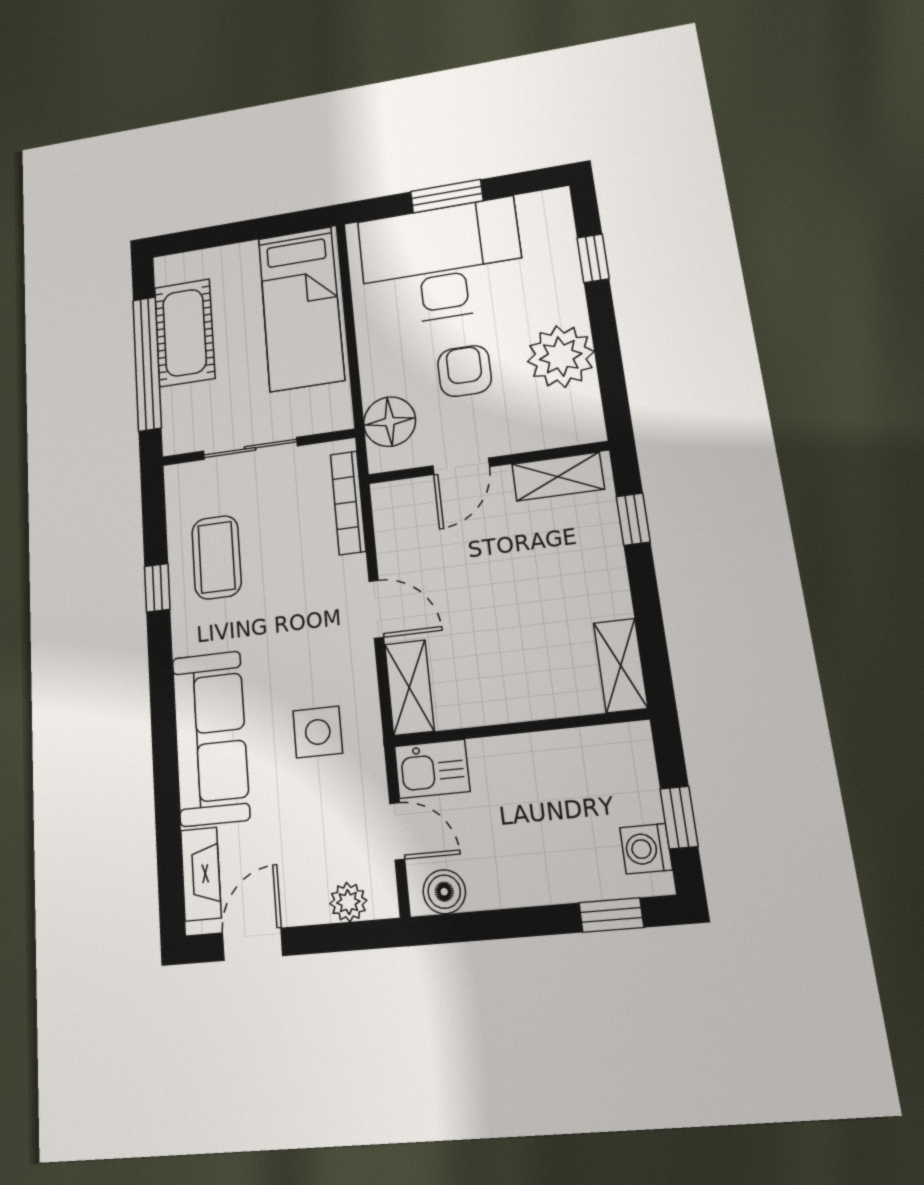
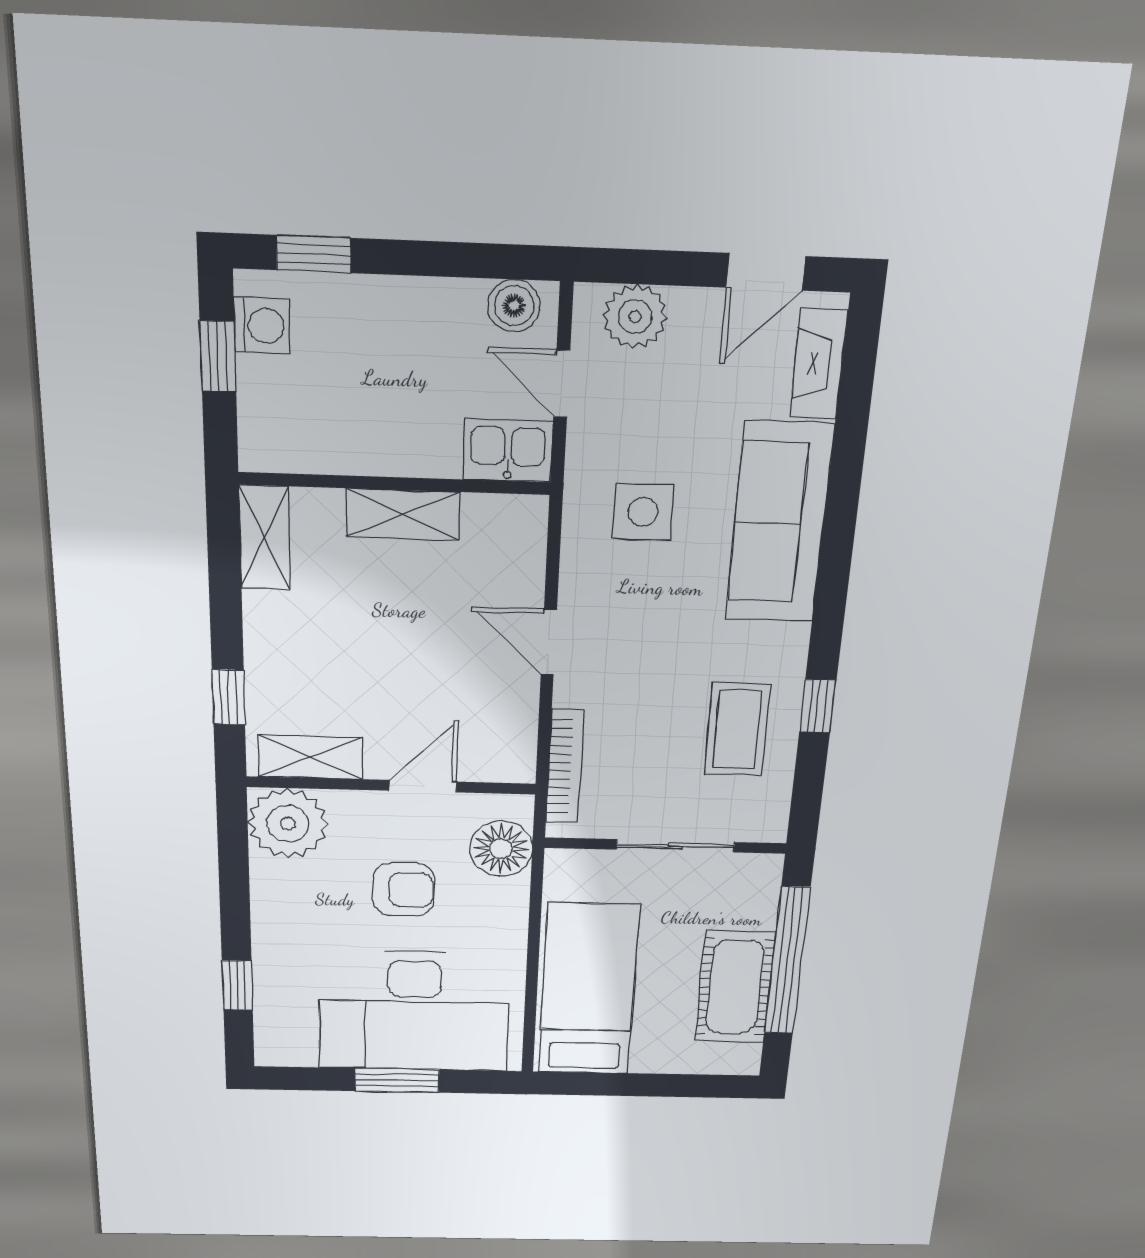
plant: (561, 357) -> (288, 824), moved
armchair: (465, 371) -> (404, 890), turned -90
shelving: (409, 687) -> (403, 514), moved, turned 90
plant: (348, 902) -> (635, 317), width x1.38, depth x1.38

